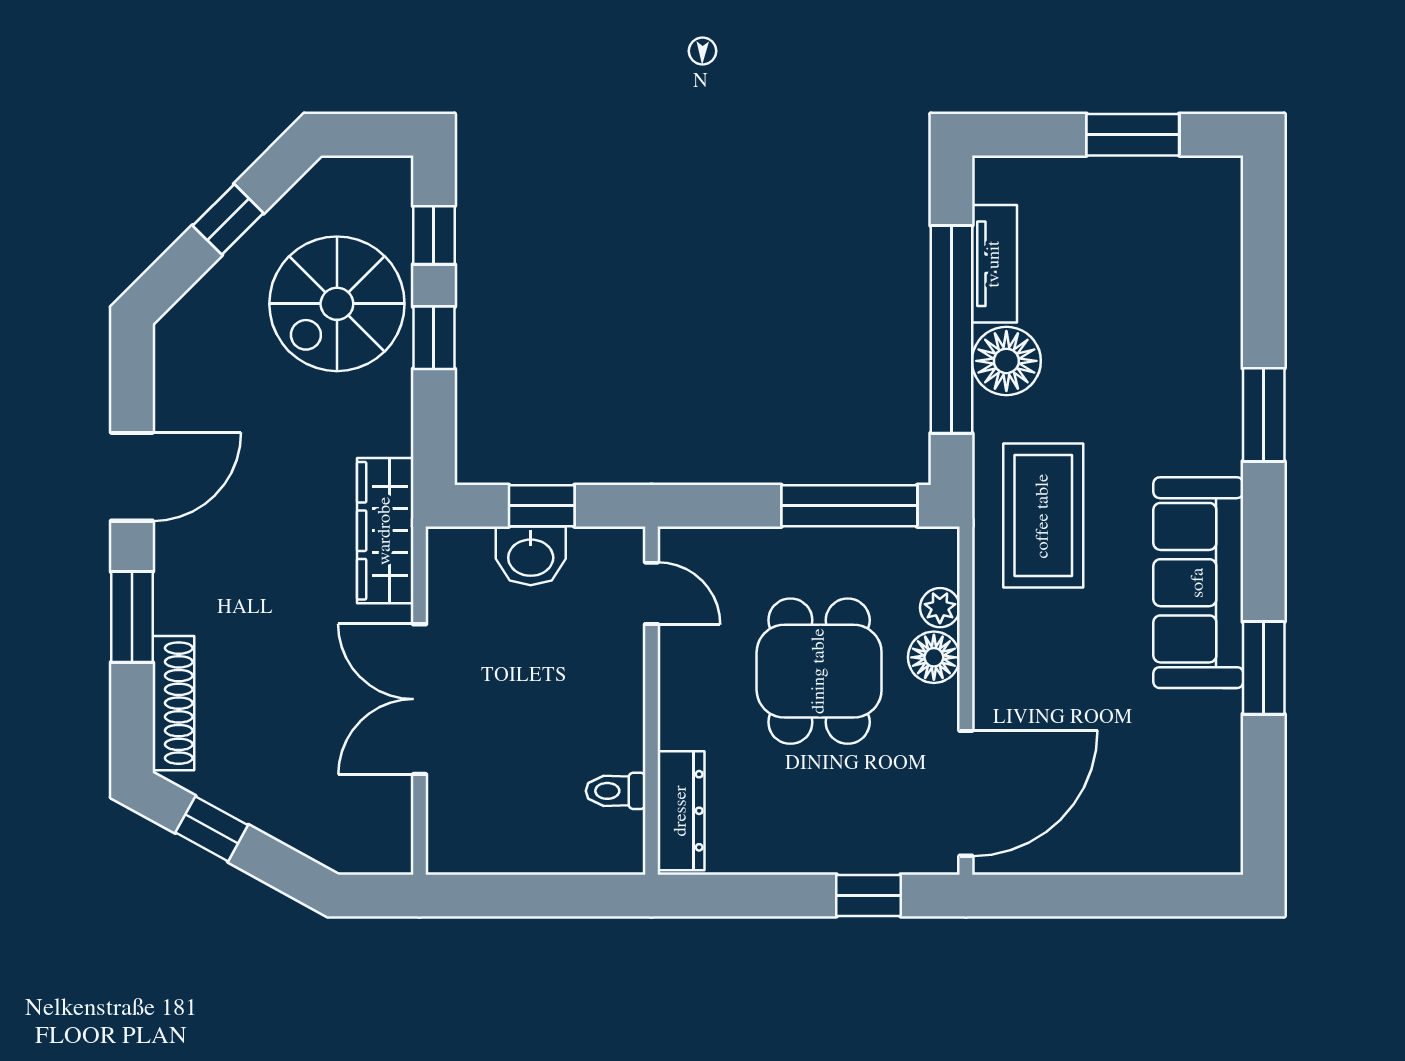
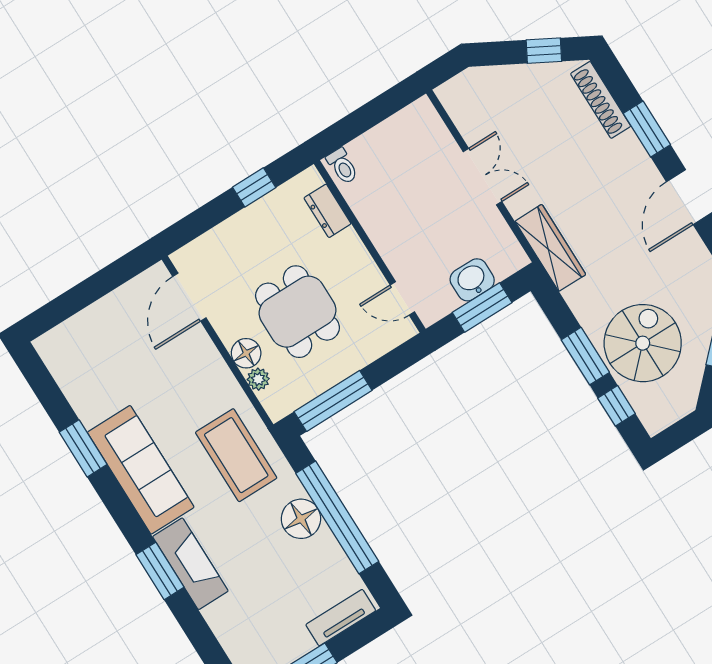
tv unit: (994, 264) -> (341, 618), moved, turned 90
window: (434, 338) -> (585, 356), width x1.50
fireplace: (1212, 397) -> (190, 564), added
window: (542, 506) -> (482, 307), width x1.50
double door: (420, 699) -> (483, 177), width x0.73
toilet: (616, 791) -> (342, 166), moved, turned 90
door: (966, 793) -> (189, 297), width x0.73
dresser: (681, 811) -> (327, 211), width x0.70
window: (868, 895) -> (254, 187), moved

